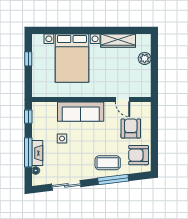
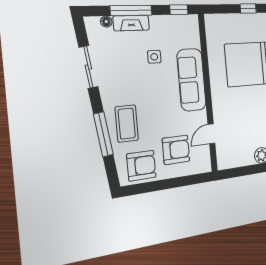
armchair: (139, 155) -> (141, 166), turned 90

